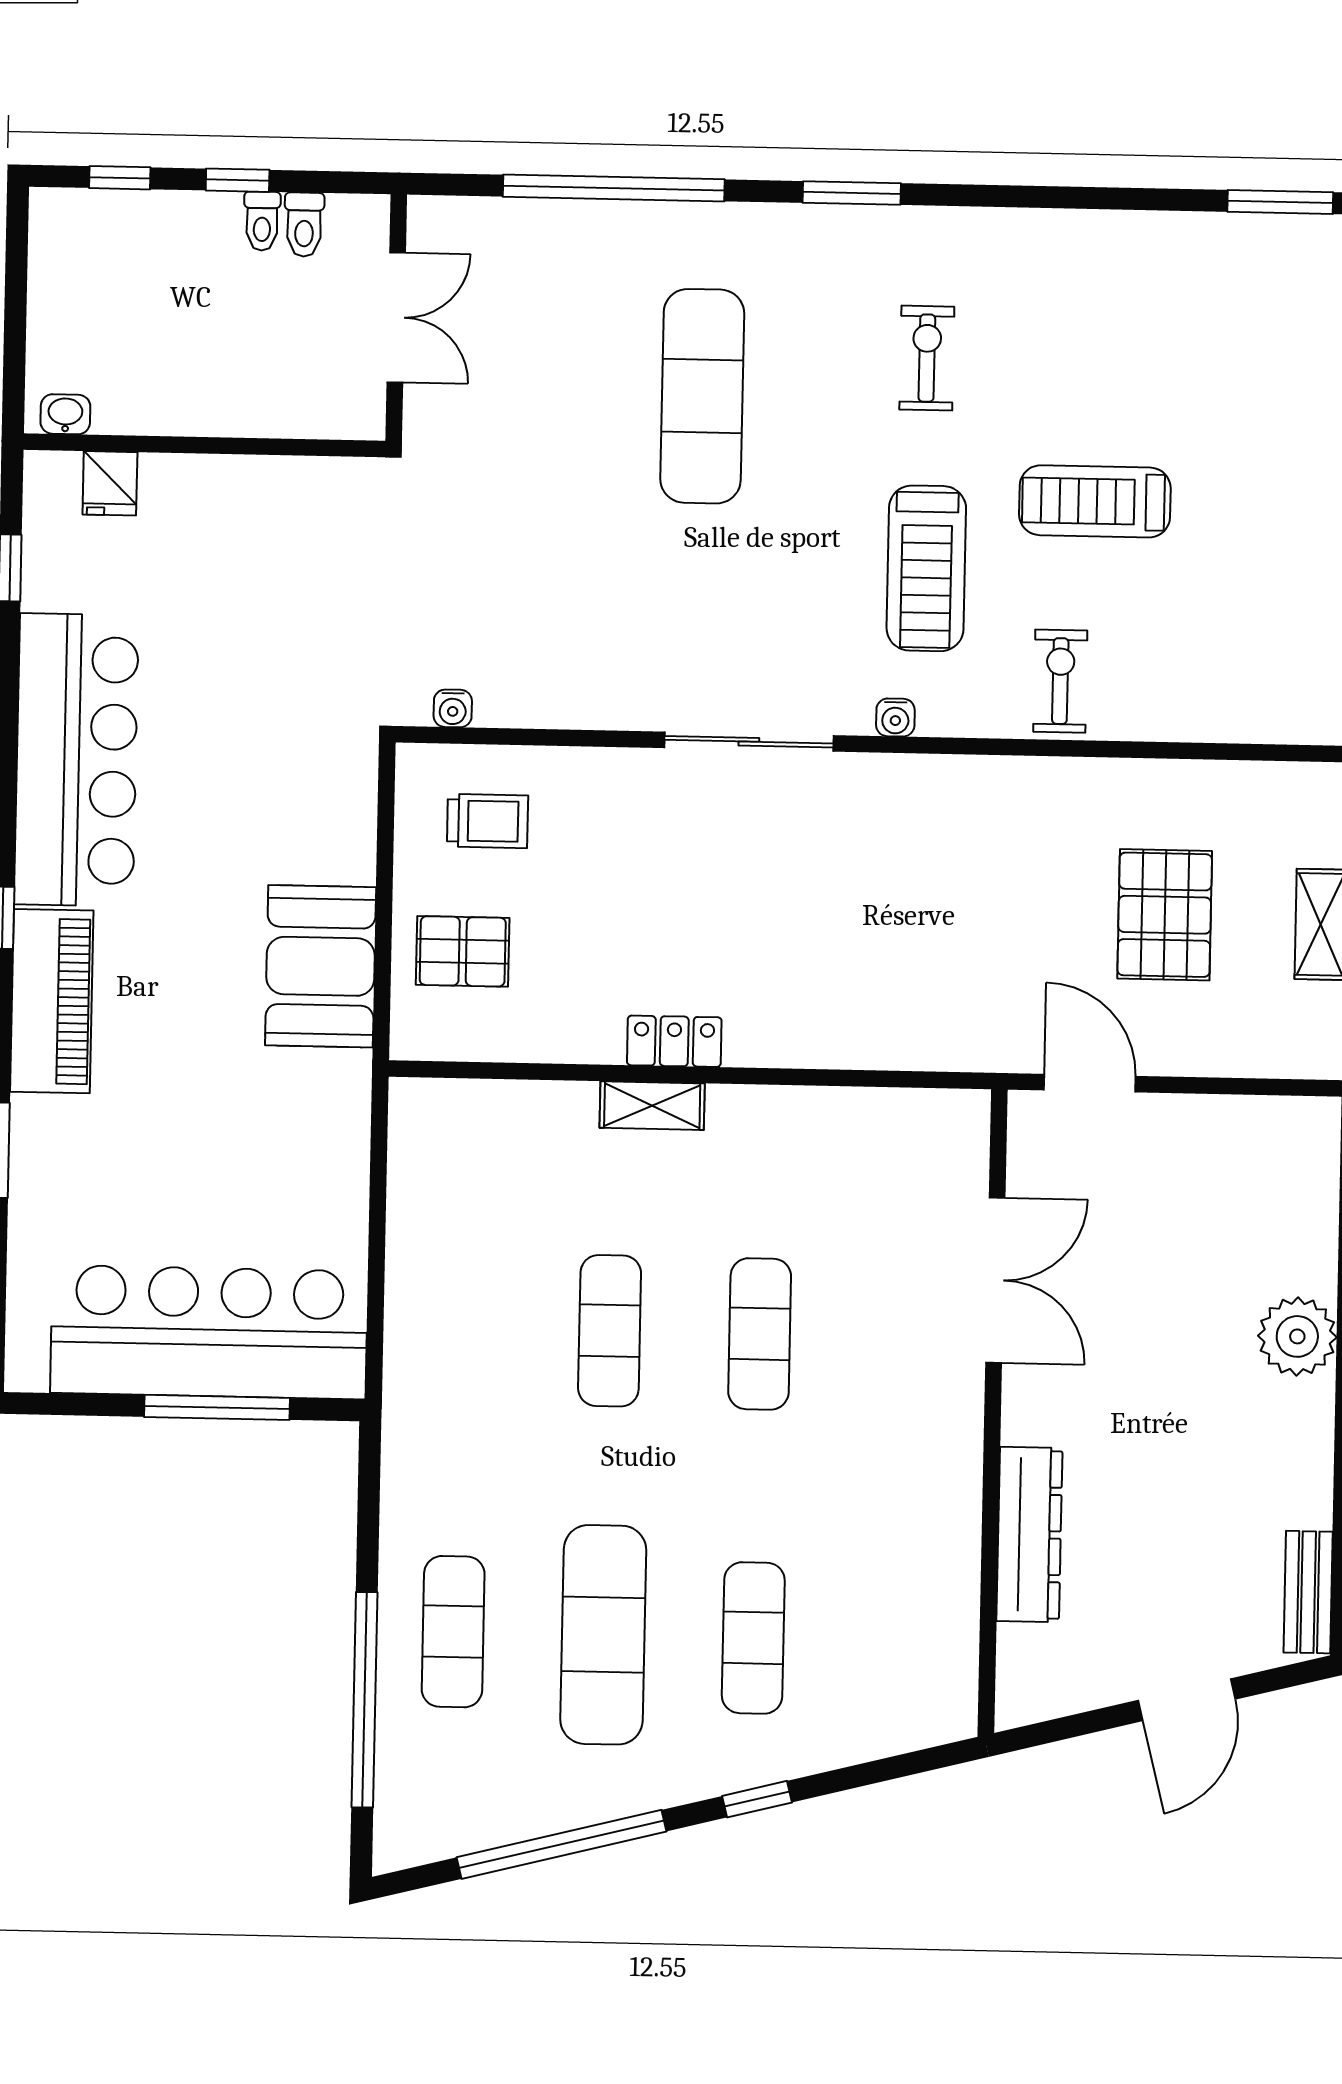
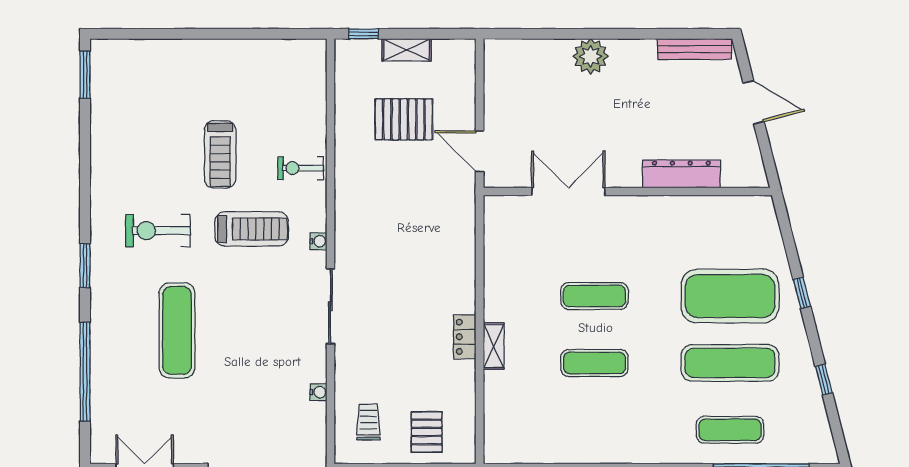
exercise bike: (927, 358) -> (158, 231), width x1.38, depth x1.39
exercise mat: (702, 396) -> (177, 330), turned 90
water cooler: (453, 708) -> (318, 392), moved
door: (1090, 1083) -> (480, 151), hinge flipped
bench: (1308, 1592) -> (695, 49), width x1.36
exercise mat: (753, 1638) -> (730, 296), width x2.00, depth x1.45
window: (561, 1844) -> (824, 380), width x0.32

